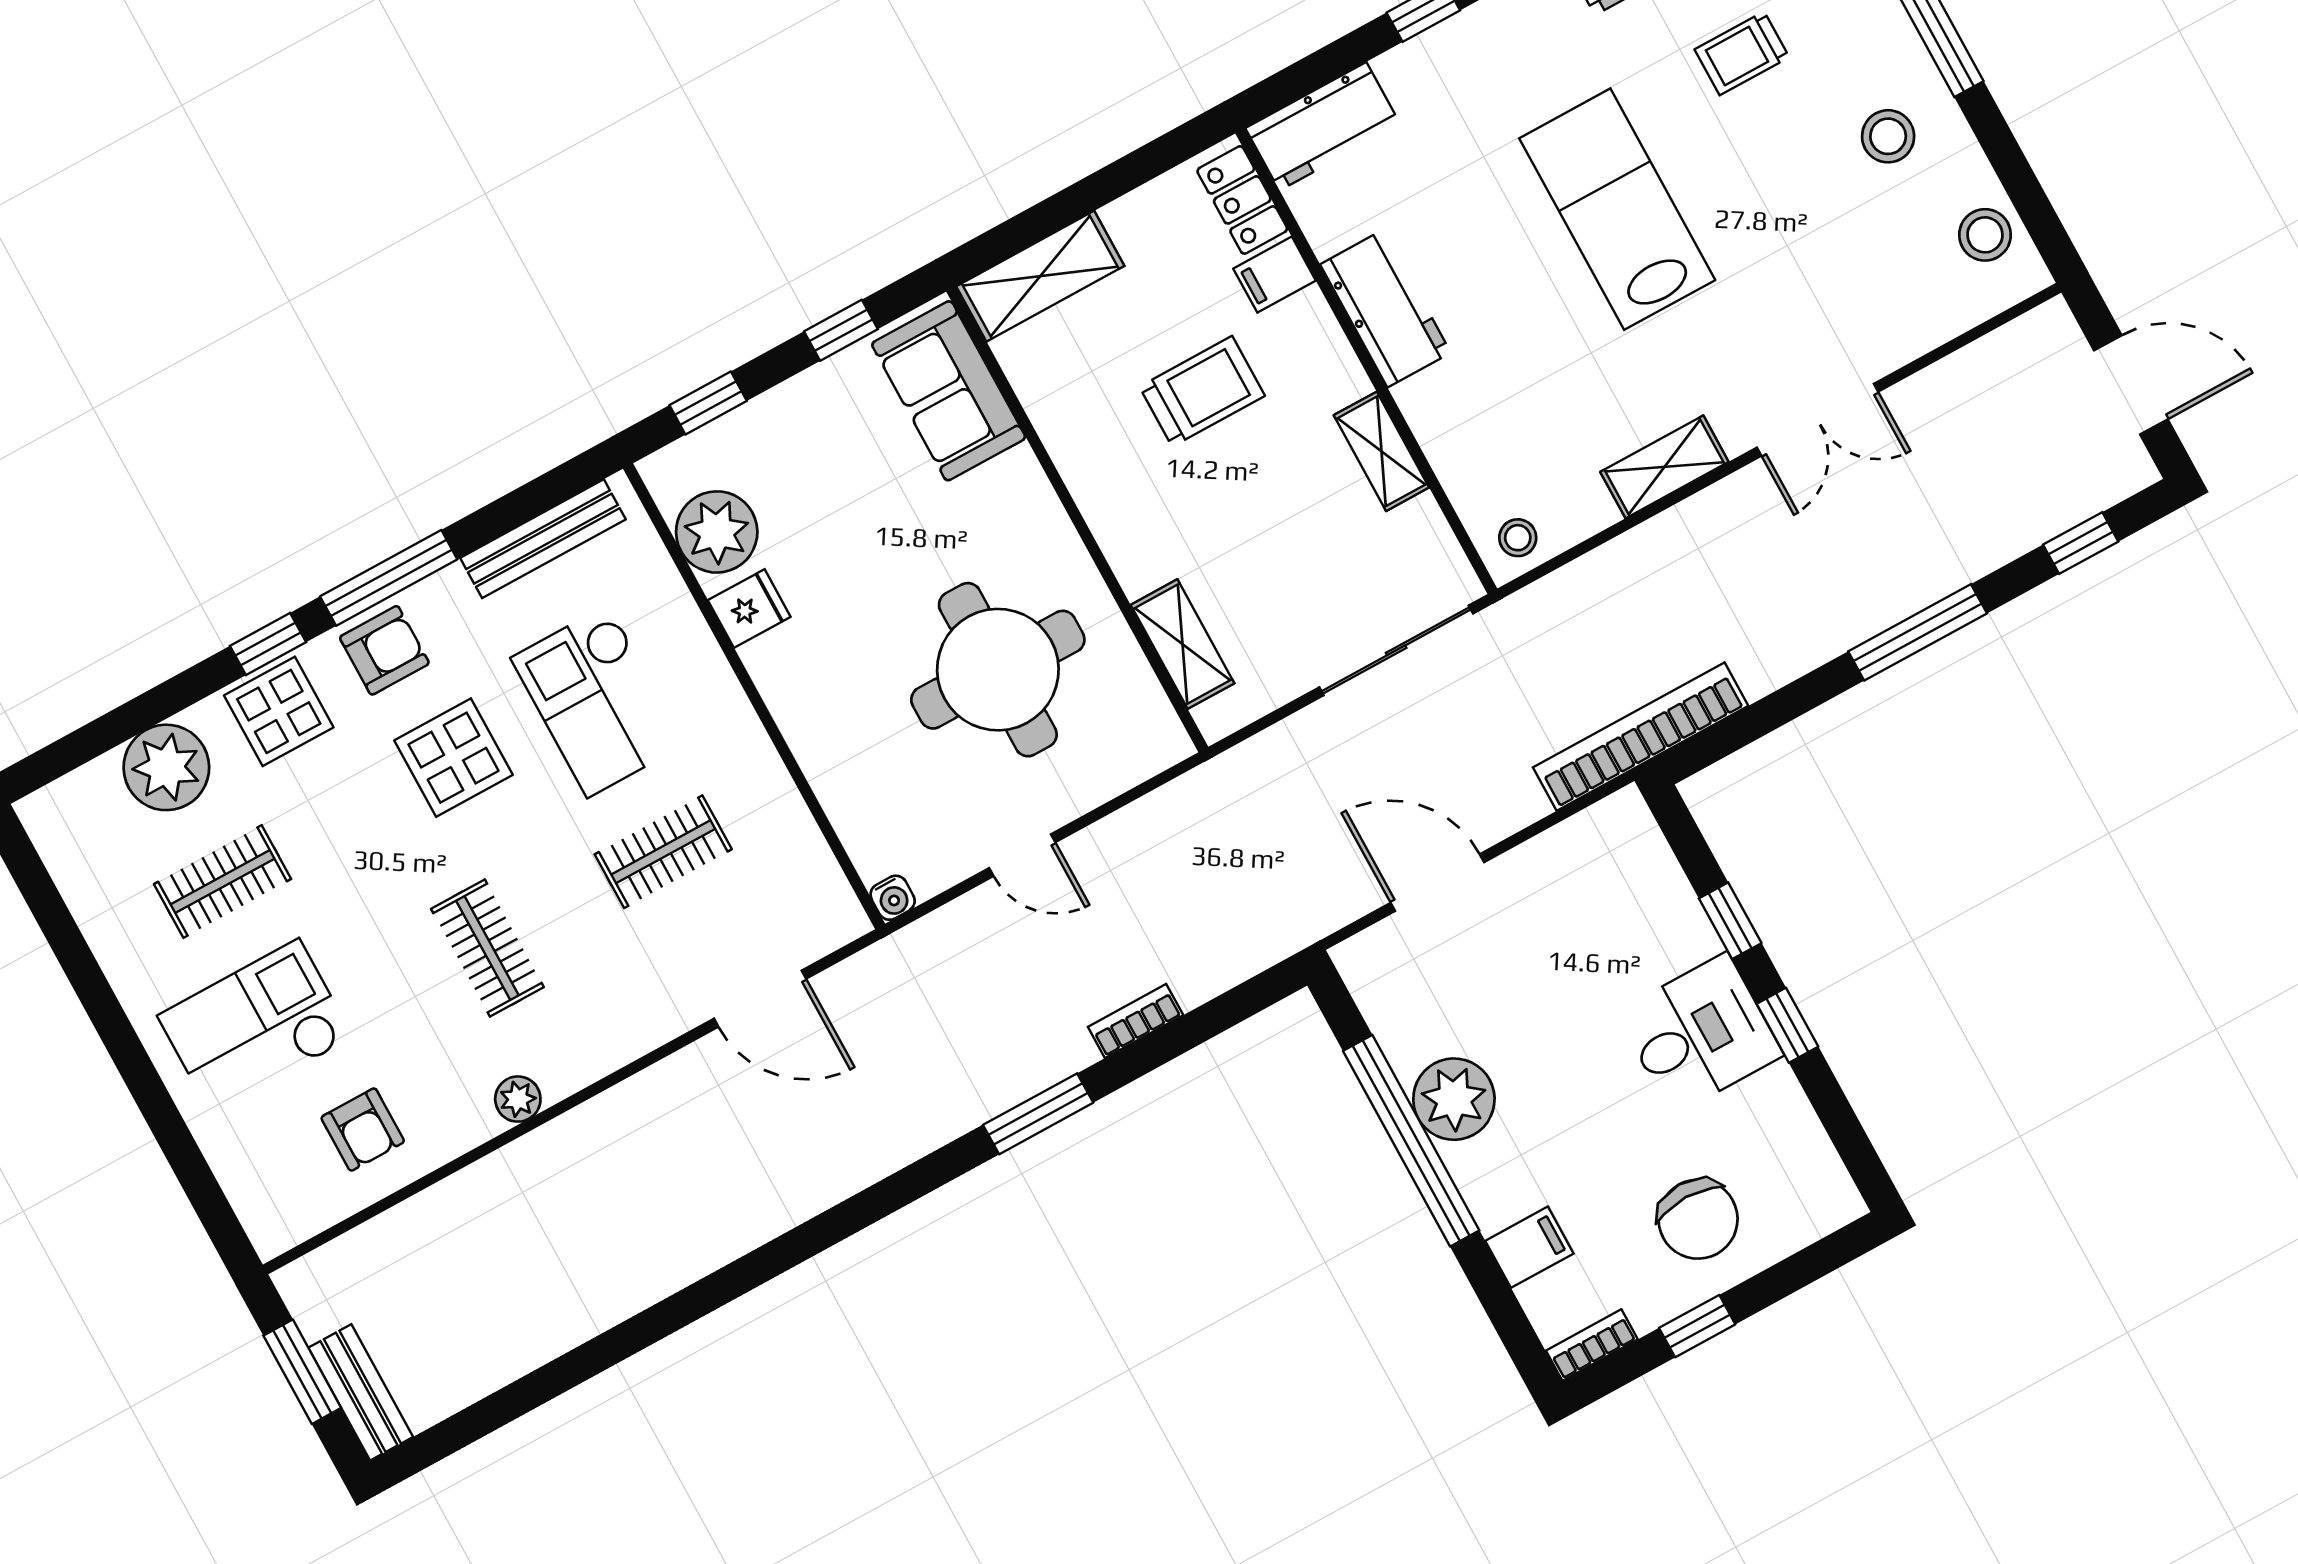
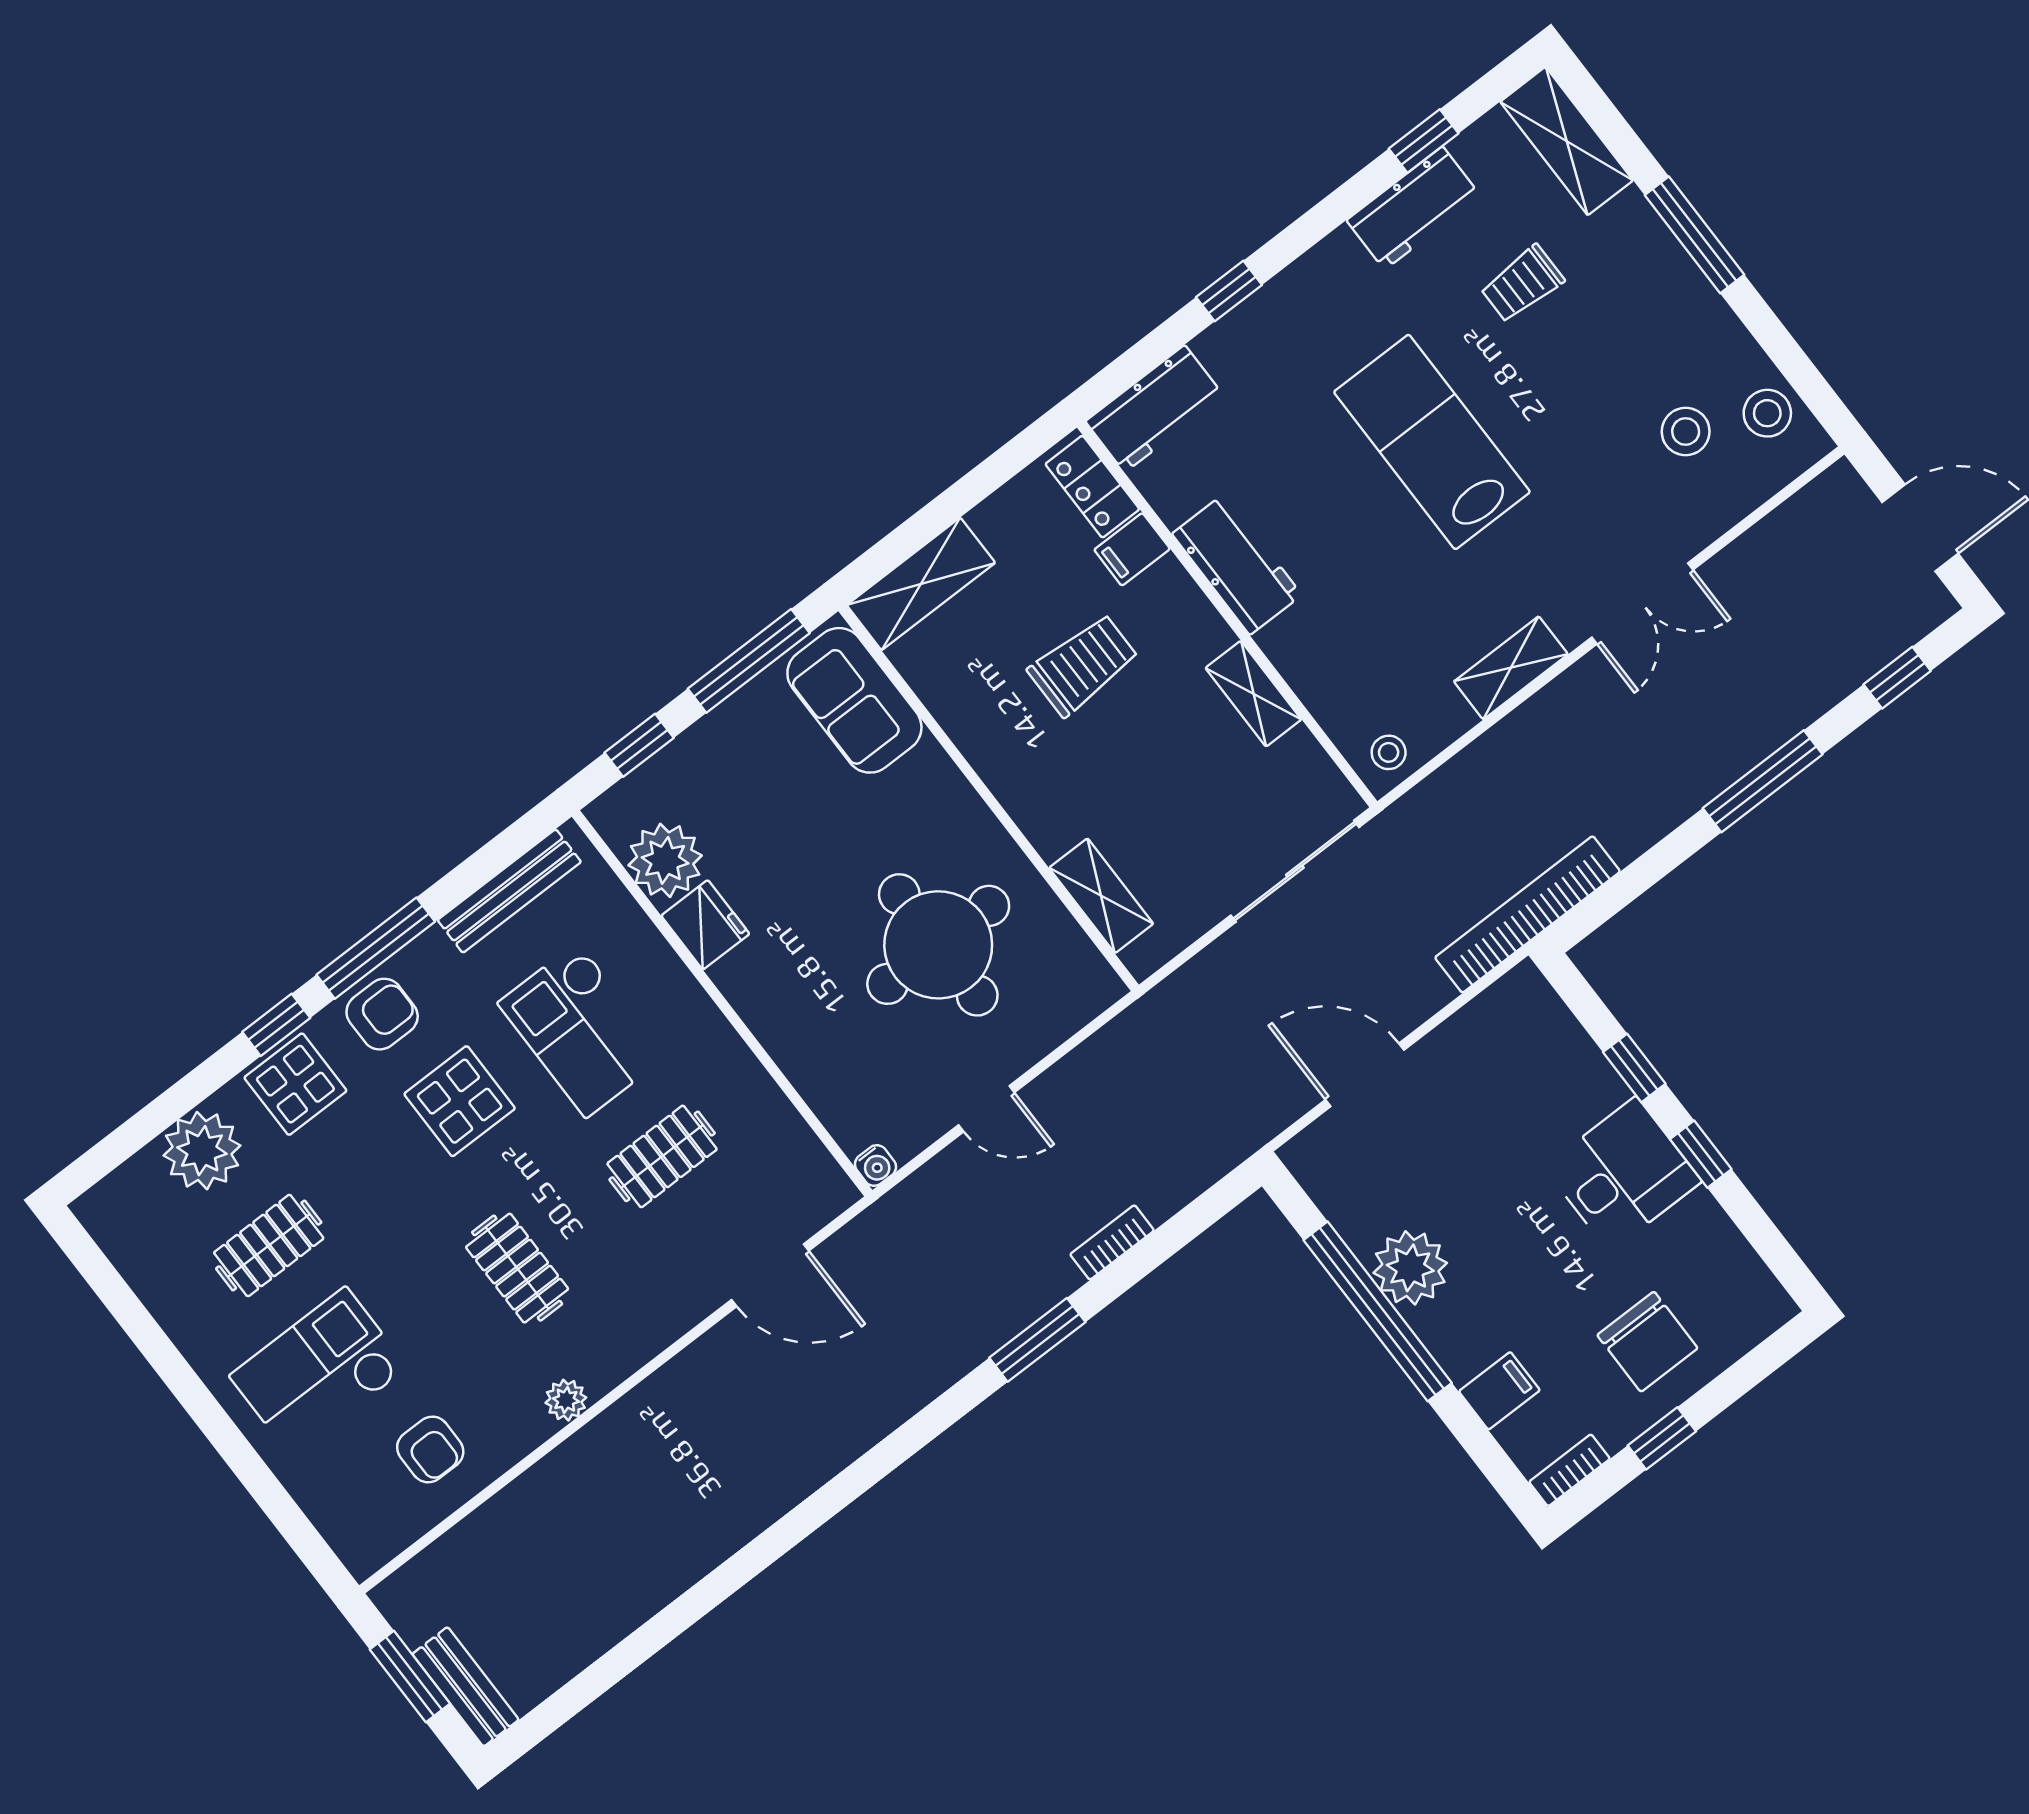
stool: (1888, 136) -> (1686, 432), moved
window: (841, 330) -> (749, 661), width x2.17
fridge: (749, 608) -> (705, 925), width x1.38

